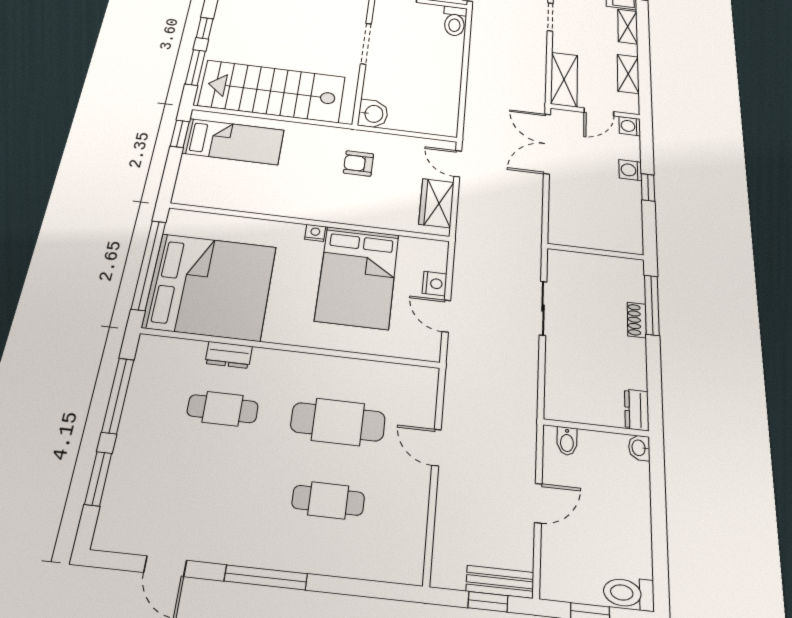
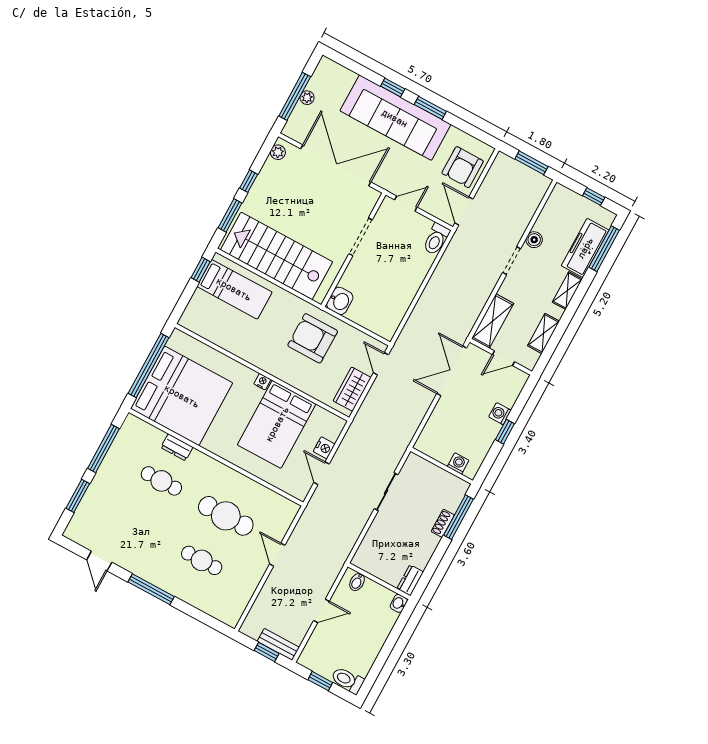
washing machine: (630, 126) -> (458, 463), moved, turned 90
armchair: (358, 163) -> (313, 338), width x1.88, depth x1.88

